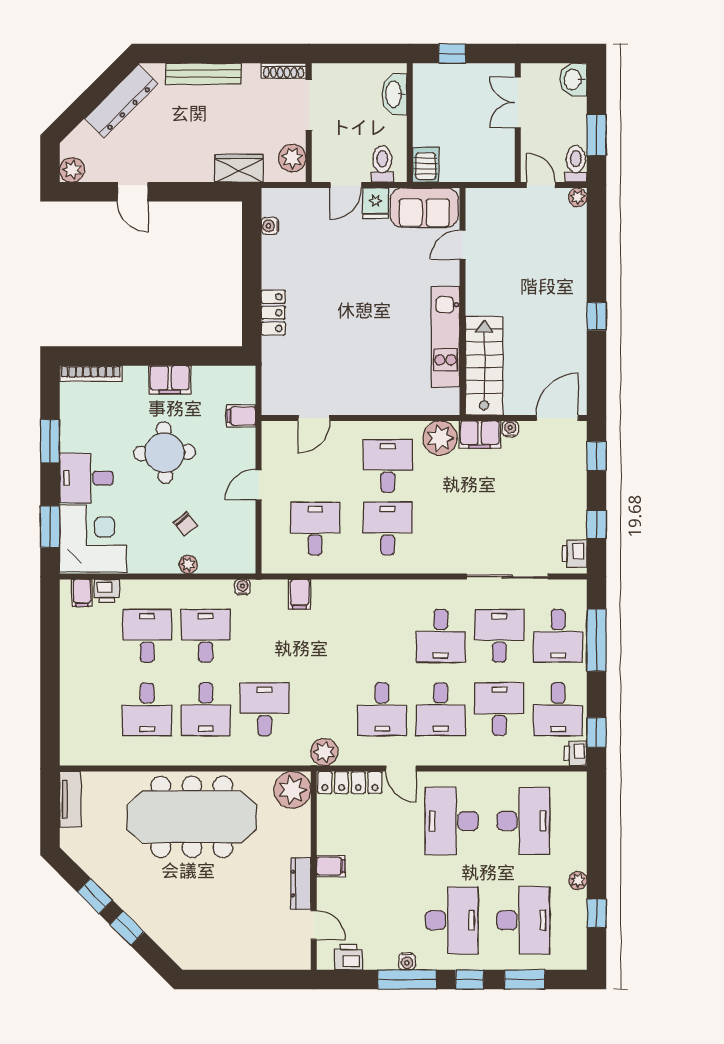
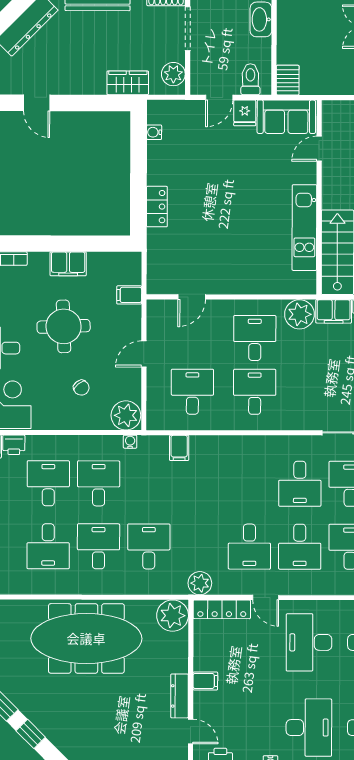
plant: (188, 564) -> (126, 415), moved, width x1.88, depth x1.88
desk: (206, 709) -> (98, 546), turned 180

